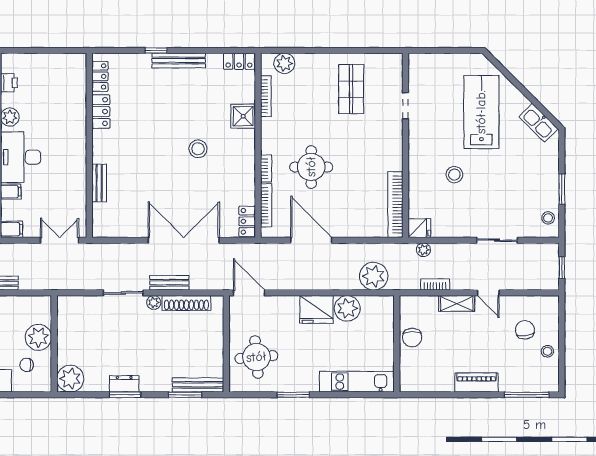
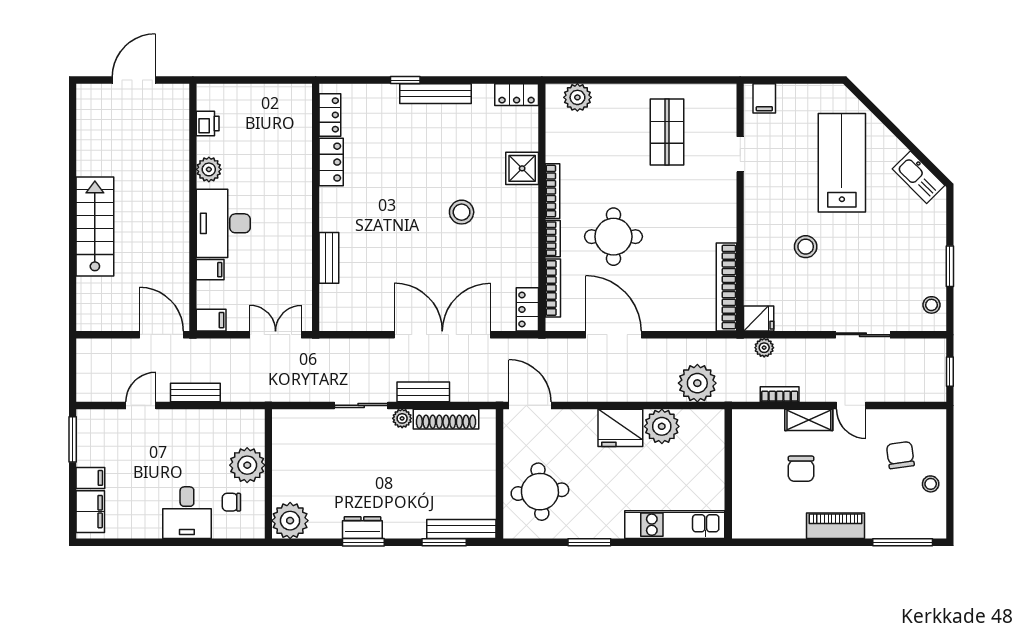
filing cabinet: (424, 64) -> (764, 98), added
bookcase: (266, 96) -> (553, 191), moved
chair: (412, 338) -> (801, 469), moved

